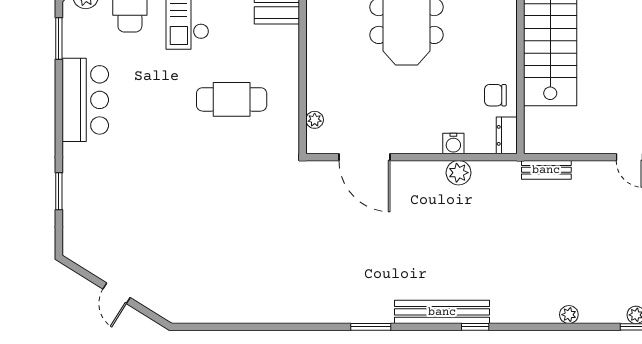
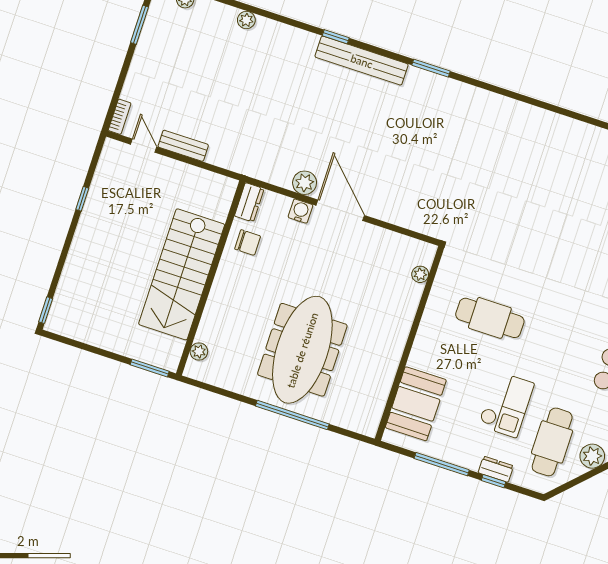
door: (364, 157) -> (340, 210), moved
bench: (546, 170) -> (183, 146), moved

